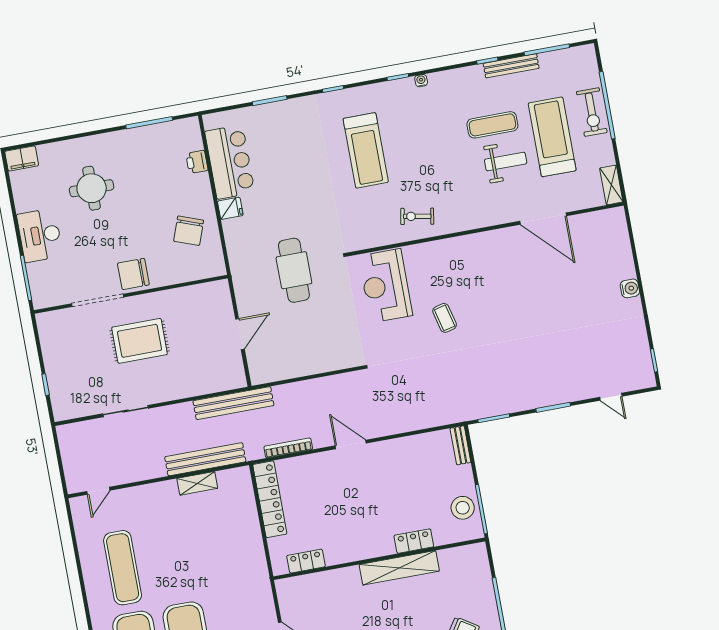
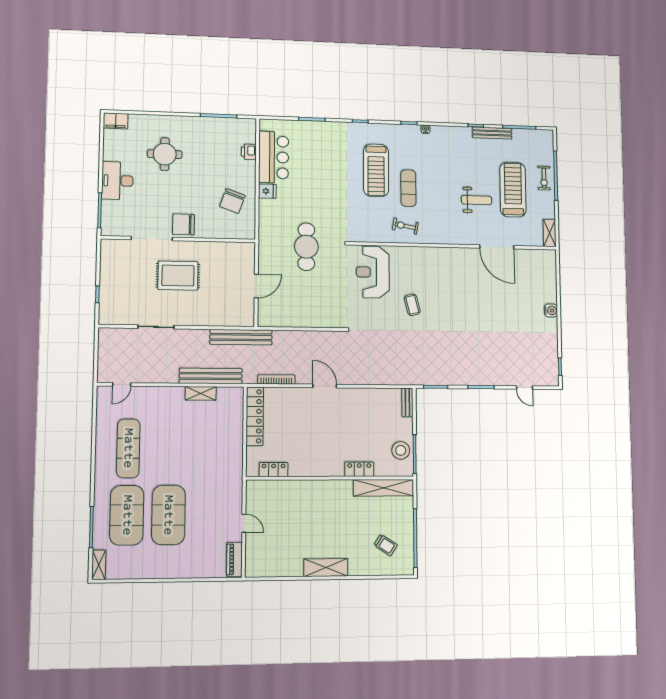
exercise bike: (592, 112) -> (544, 178), width x0.73, depth x0.72
exercise mat: (492, 125) -> (408, 188), moved, turned 90
shelving: (399, 568) -> (384, 488), moved

